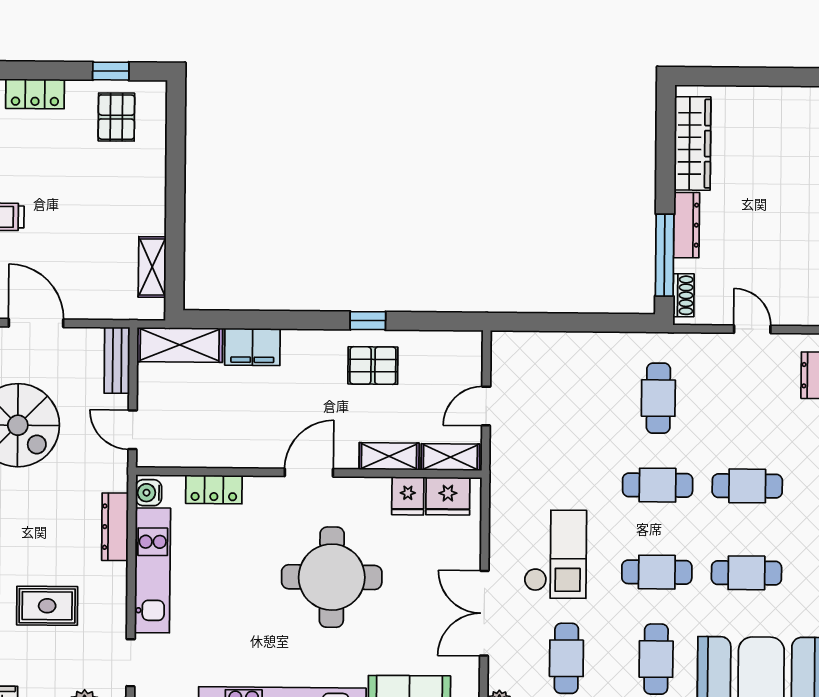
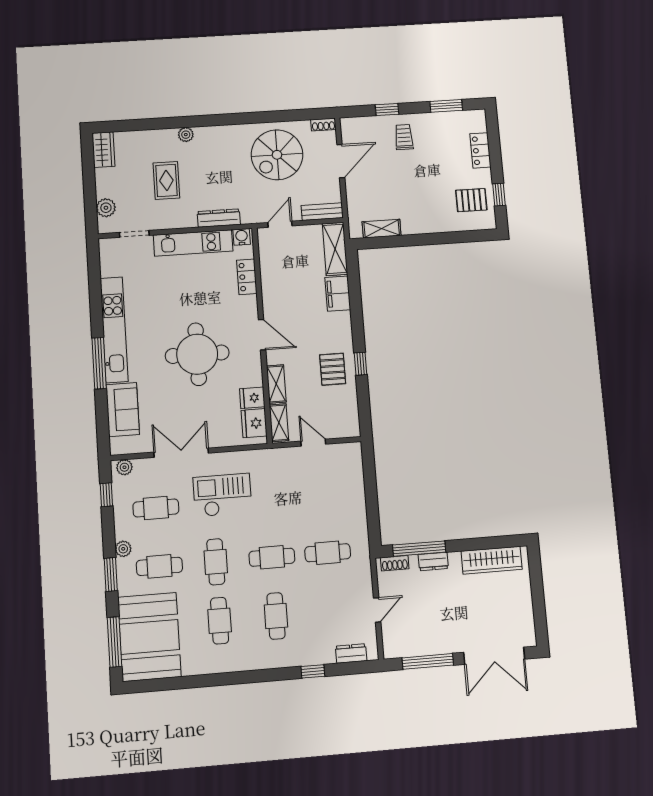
dresser: (686, 225) -> (433, 562), width x0.70
cafe table: (658, 485) -> (272, 557), turned 90
checkout: (555, 554) -> (222, 495), turned 180

